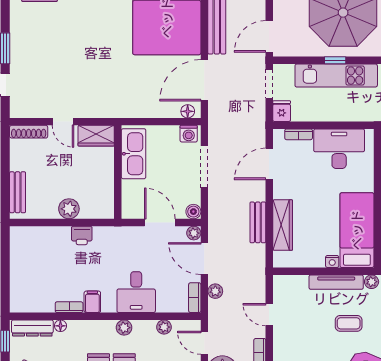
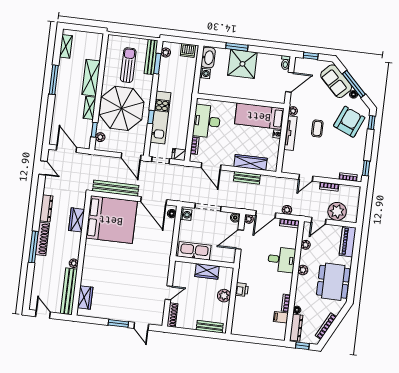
wardrobe: (96, 136) -> (207, 271), moved, turned 90
filing cabinet: (92, 302) -> (281, 317), moved

